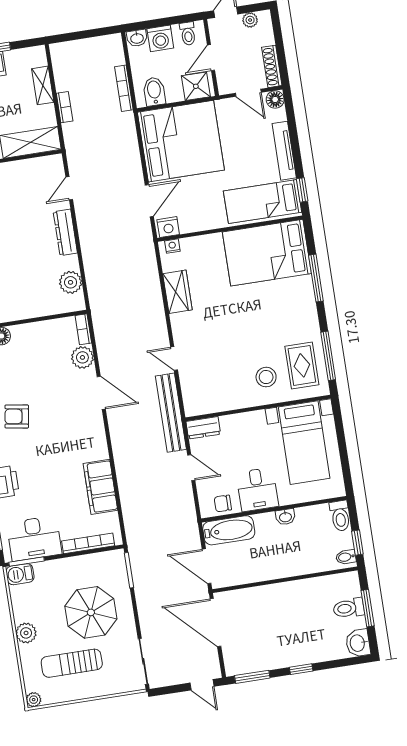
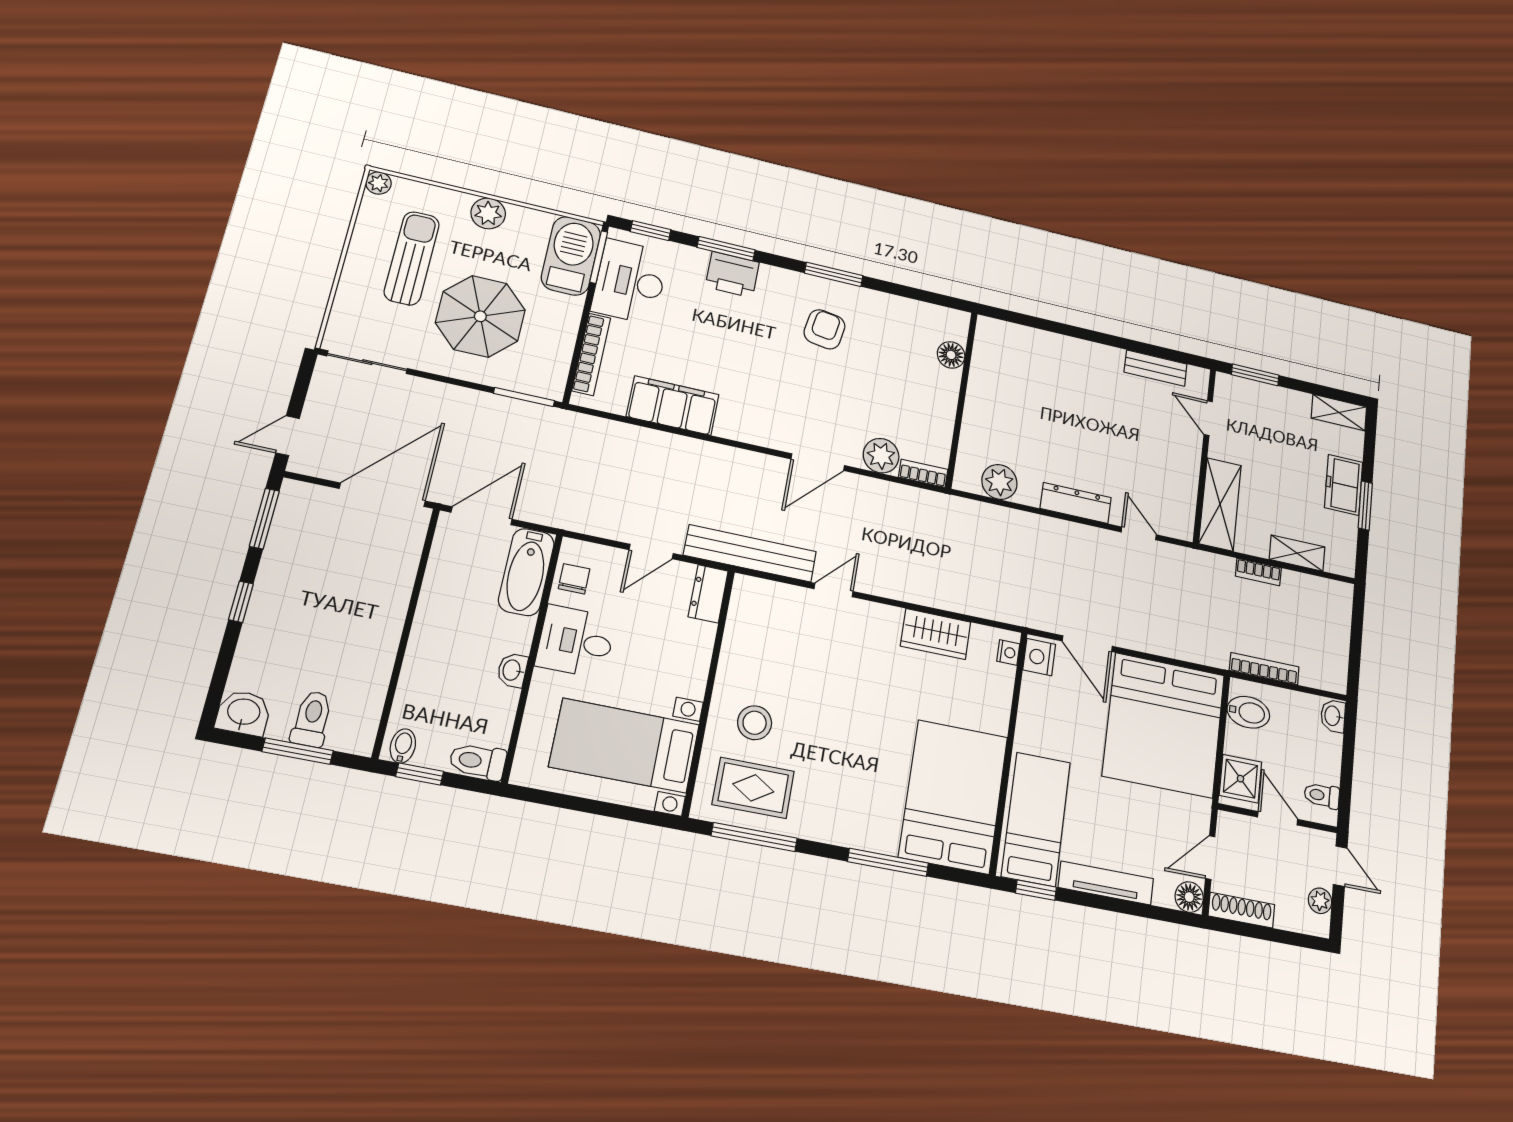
washing machine: (160, 38) -> (1324, 751), removed
barbecue: (20, 574) -> (571, 256), width x1.88, depth x1.53

